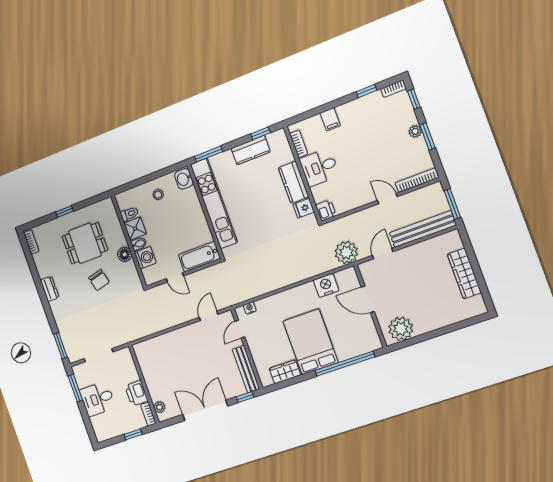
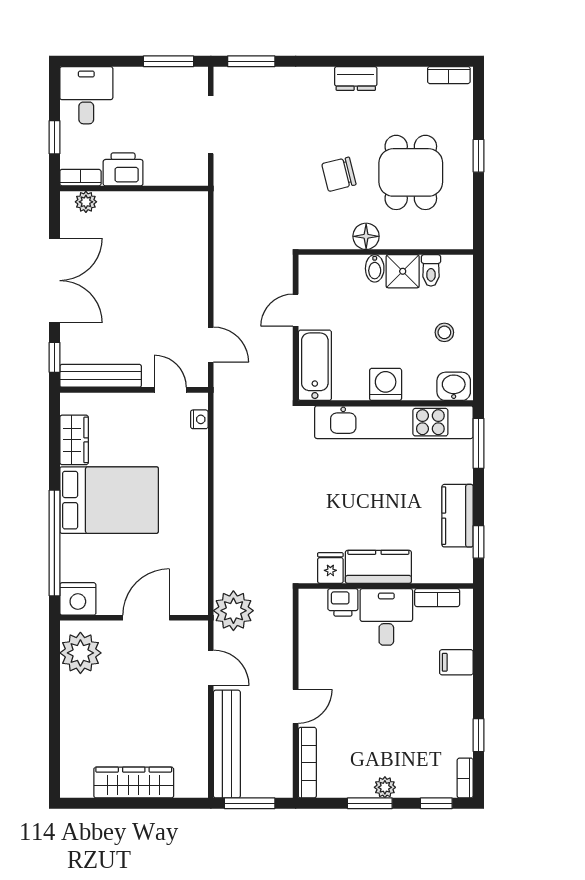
printer: (326, 210) -> (343, 602), moved
washing machine: (145, 258) -> (386, 384), moved, turned 180
nightstand: (326, 285) -> (78, 599), moved, turned 90
desk: (98, 399) -> (86, 95), moved

